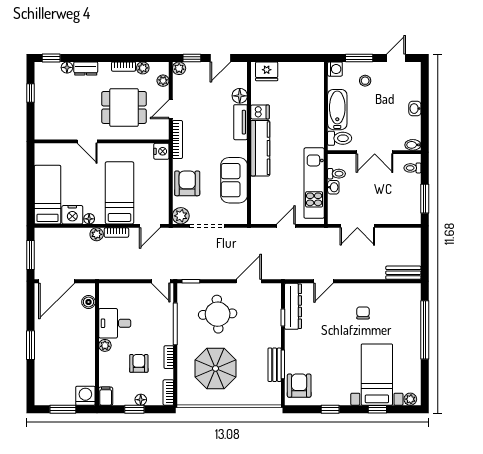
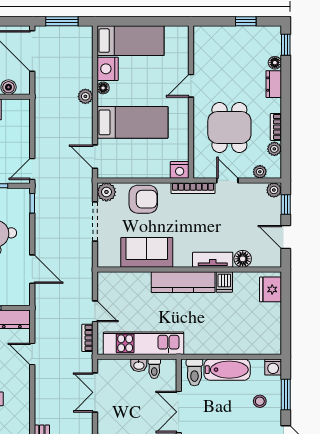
bookcase: (116, 233) -> (87, 338), moved

